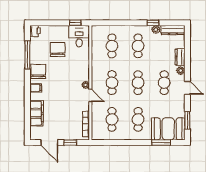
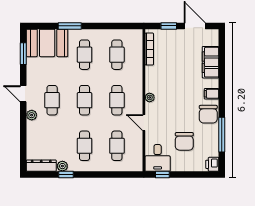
dresser: (180, 57) -> (32, 132), removed
door: (90, 95) -> (144, 123), moved
window: (161, 143) -> (70, 26), moved

